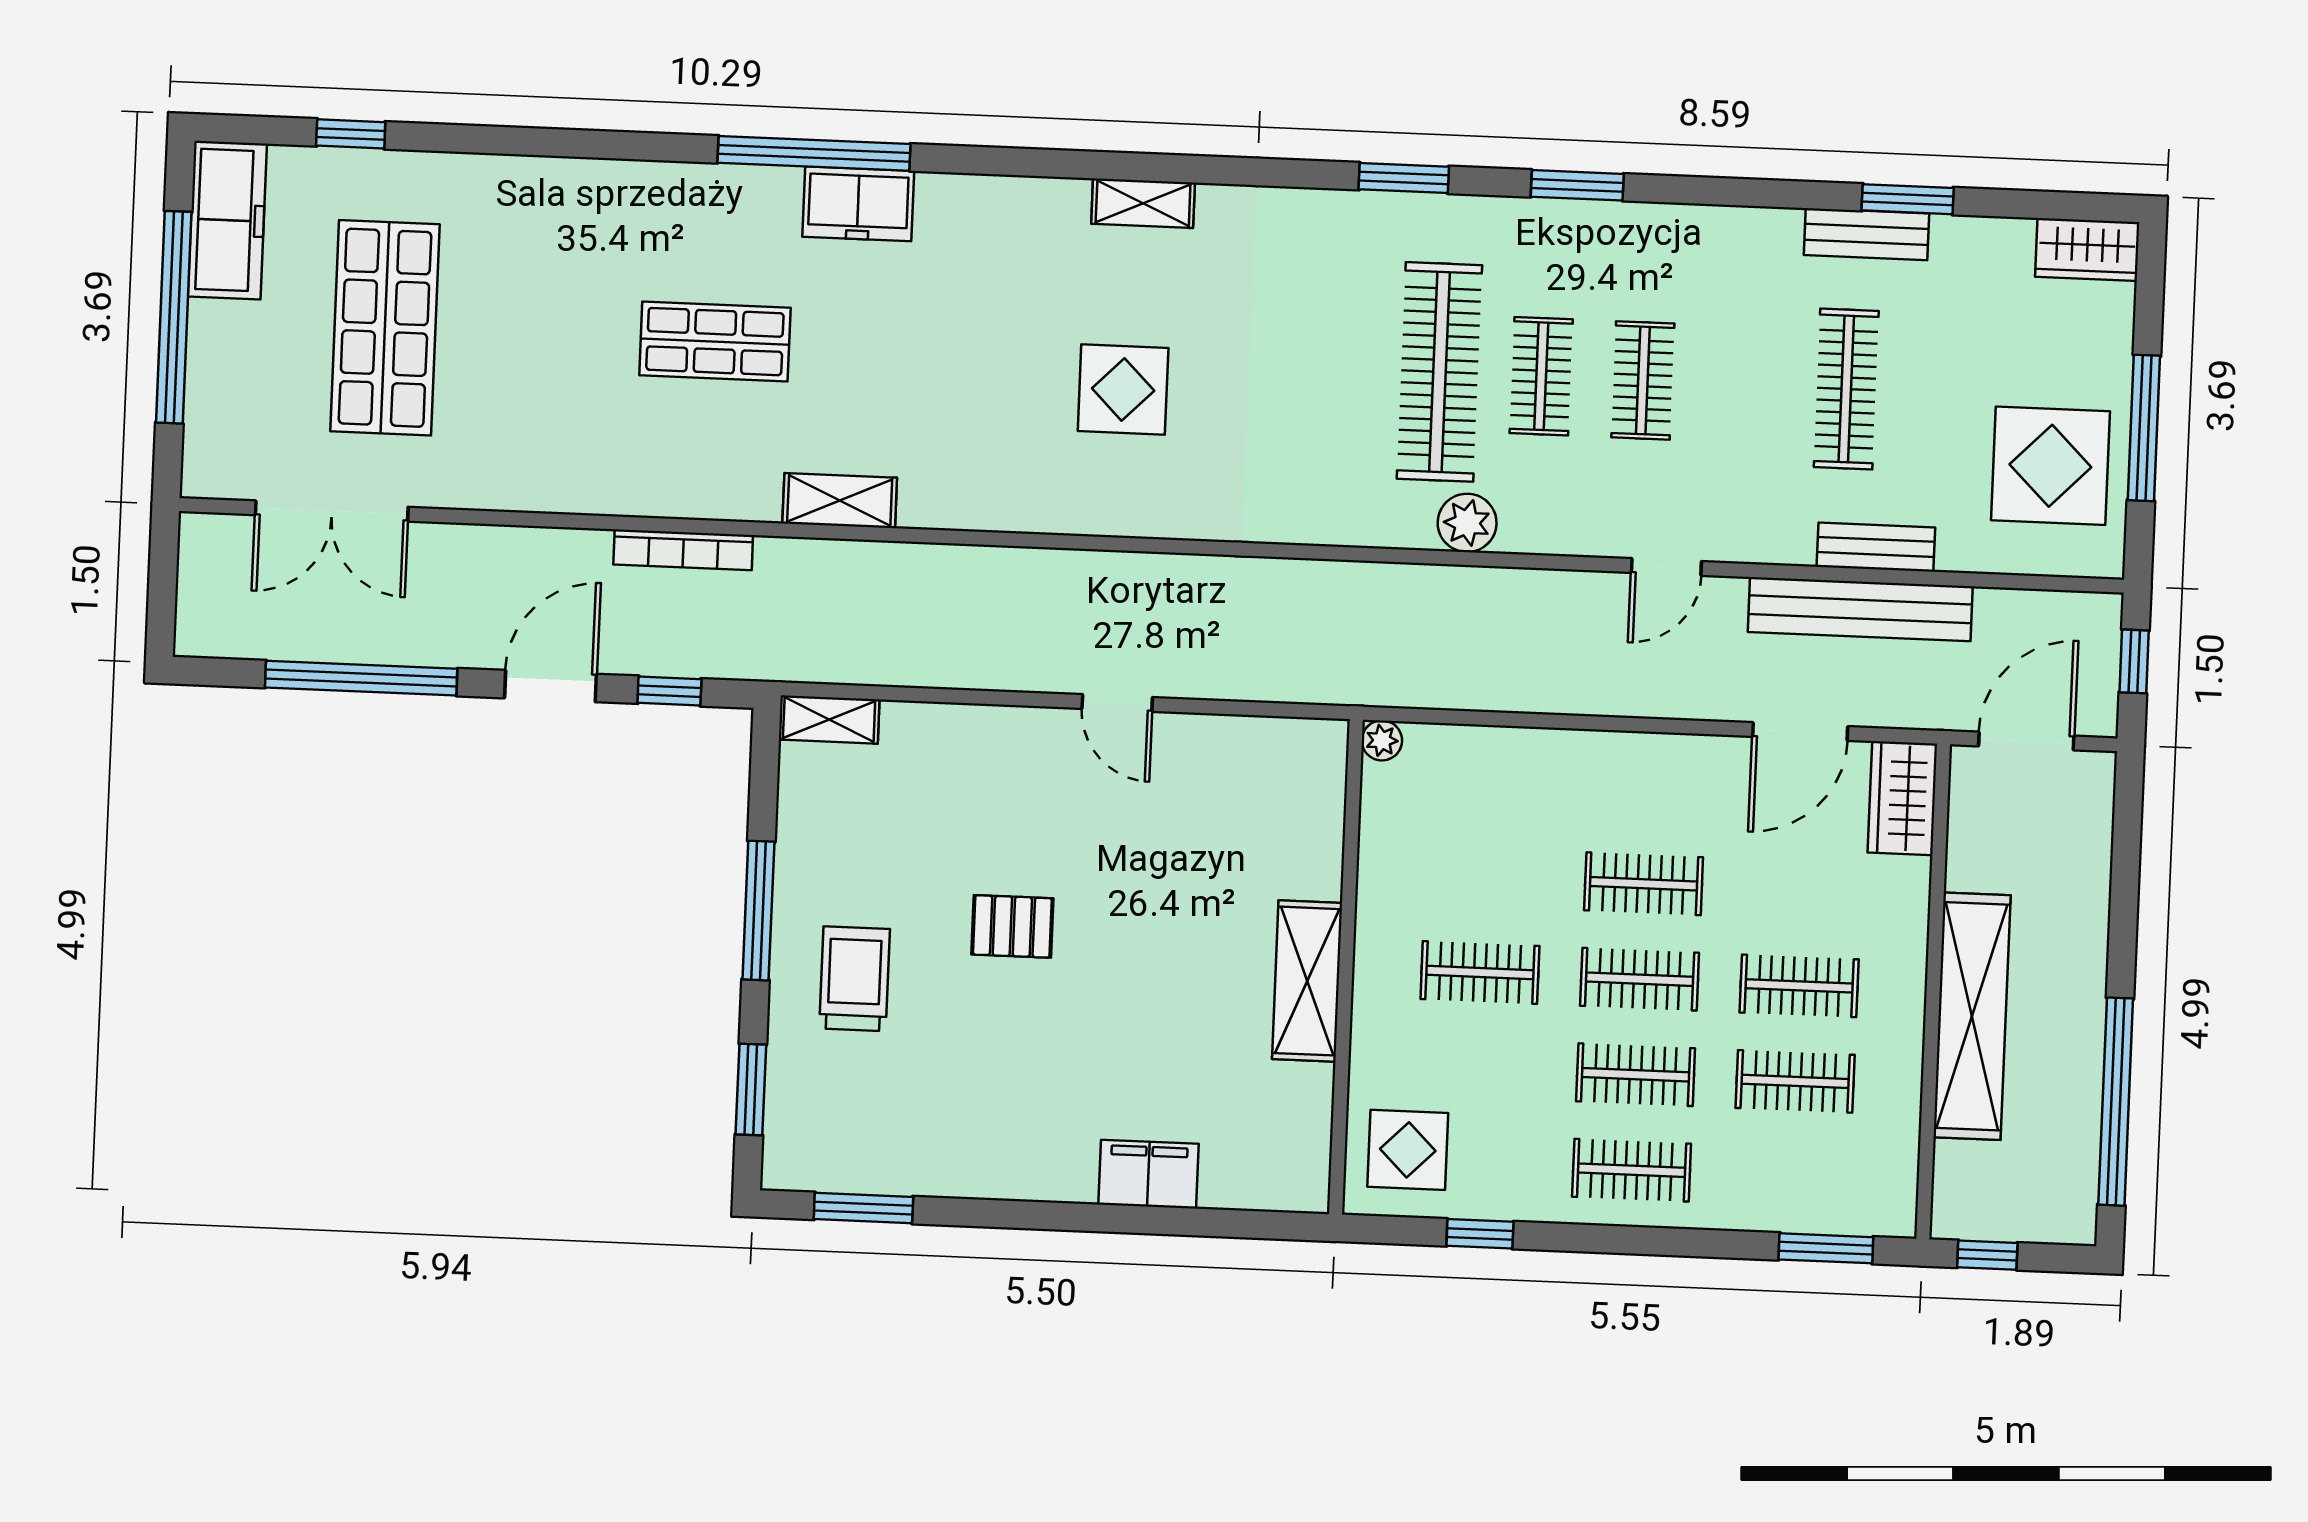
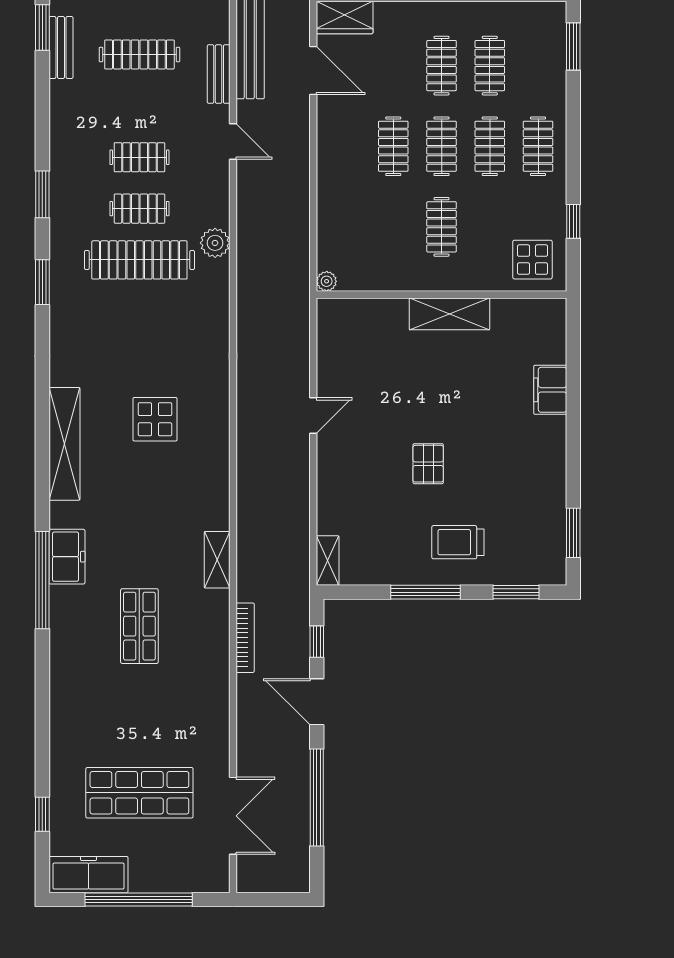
shelving: (1143, 203) -> (64, 444), width x2.20, depth x1.33
bench: (1876, 547) -> (219, 74), moved

